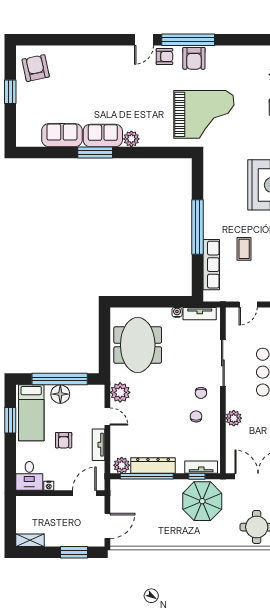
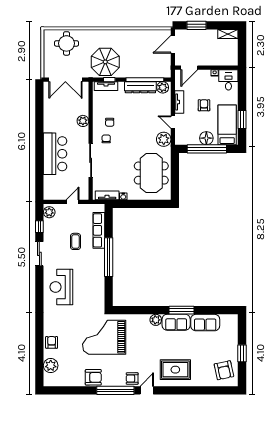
armchair: (194, 58) -> (93, 377), moved, turned 90
rug: (104, 69) -> (175, 370), added

